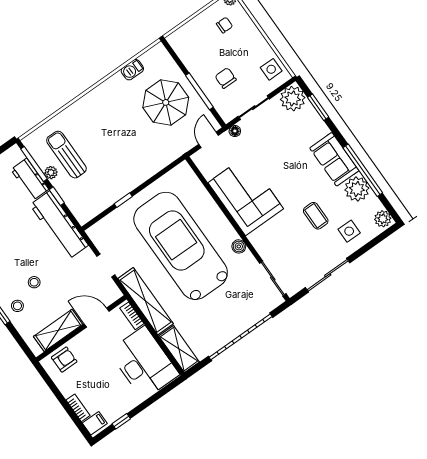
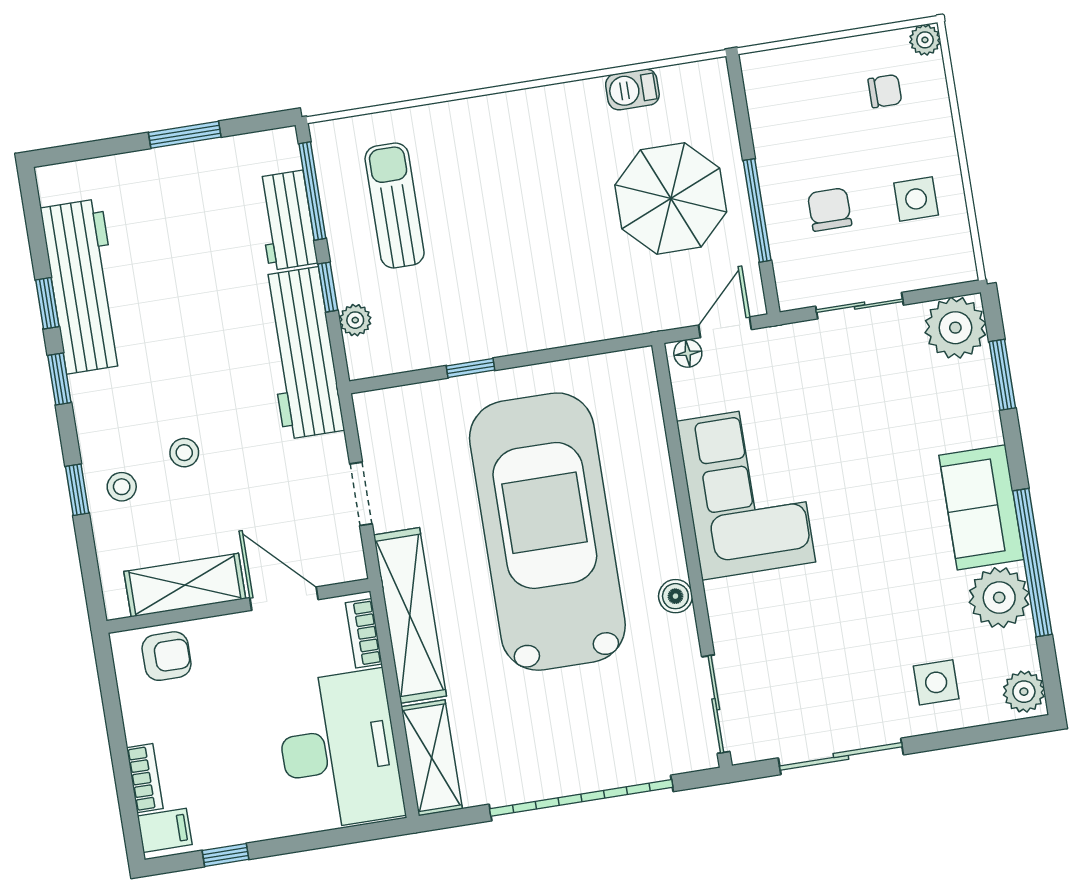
side table: (271, 69) -> (916, 199), moved
floor lamp: (235, 131) -> (688, 353), moved
plant: (51, 173) -> (355, 320), moved
coffee table: (316, 216) -> (879, 612), removed

